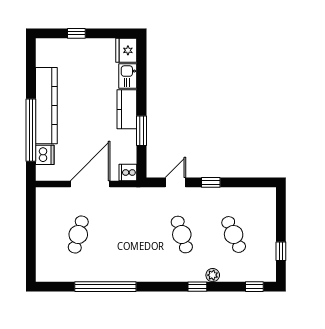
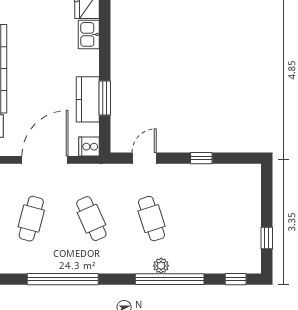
kitchen counter: (127, 109) -> (88, 99), moved
window: (211, 182) -> (201, 158), moved
cafe table: (234, 235) -> (91, 219), moved
plant: (213, 275) -> (161, 266), moved
window: (197, 287) -> (170, 279), width x3.17

